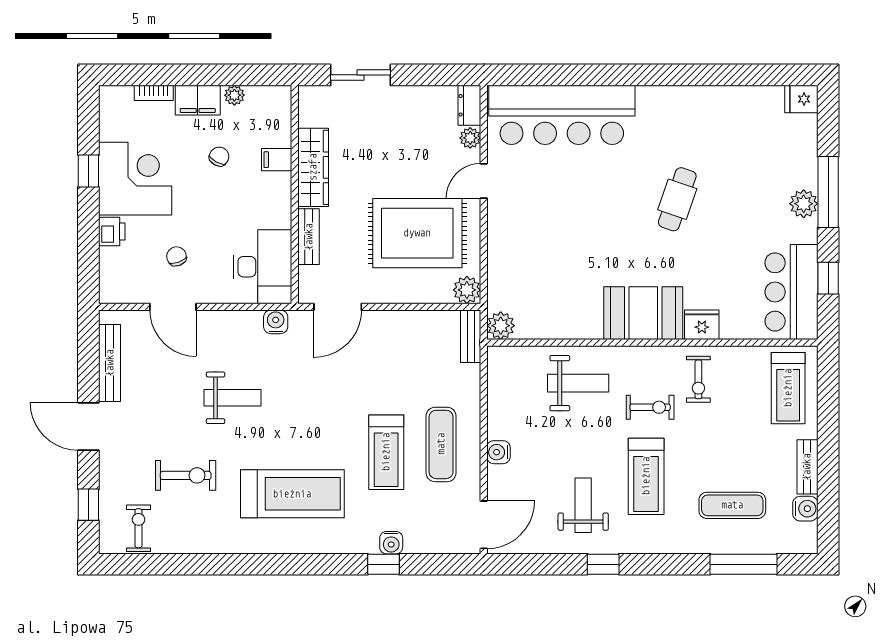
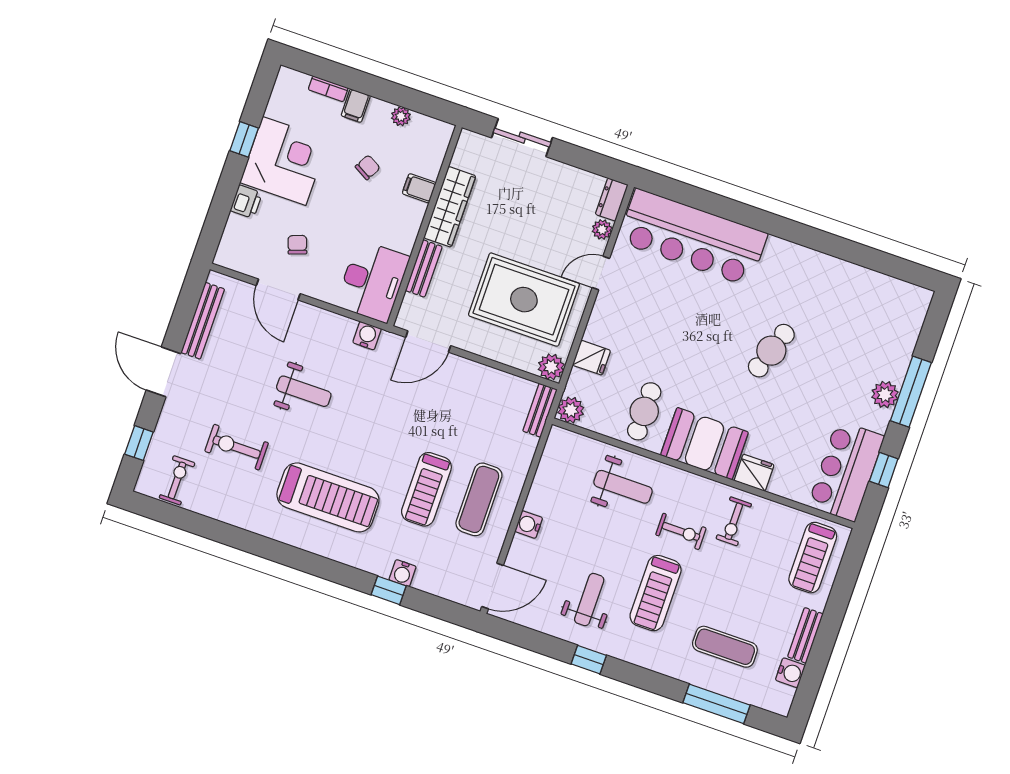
fridge: (801, 99) -> (591, 358), moved, turned 180
filing cabinet: (198, 100) -> (356, 106), width x0.50
cafe table: (573, 302) -> (644, 411), added
exercise bike: (186, 475) -> (237, 447), turned 180

